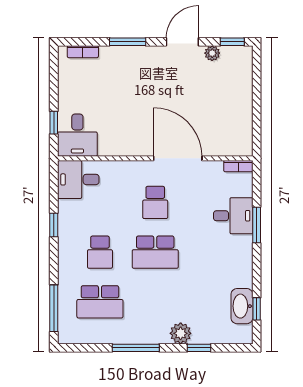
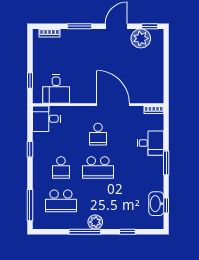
plant: (212, 53) -> (141, 38), width x1.88, depth x1.88
desk: (77, 135) -> (56, 89), moved
window: (257, 225) -> (166, 163), moved
plant: (181, 333) -> (95, 222), moved

